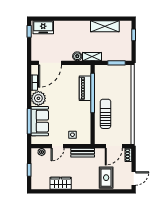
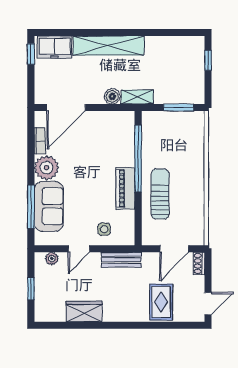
shelving: (105, 26) -> (109, 46), moved, width x1.47
piano: (85, 88) -> (125, 188), moved

